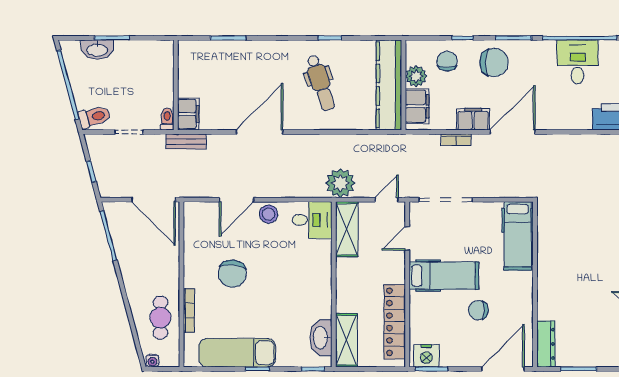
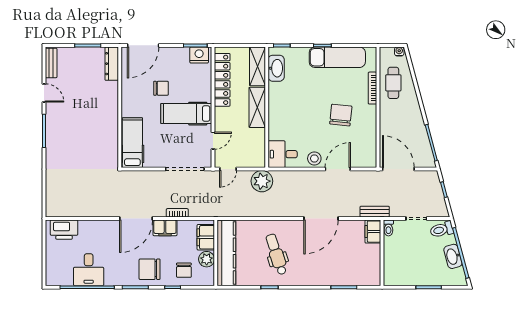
washbasin: (97, 50) -> (453, 256), moved, turned -105
shelving: (347, 229) -> (257, 107), moved

